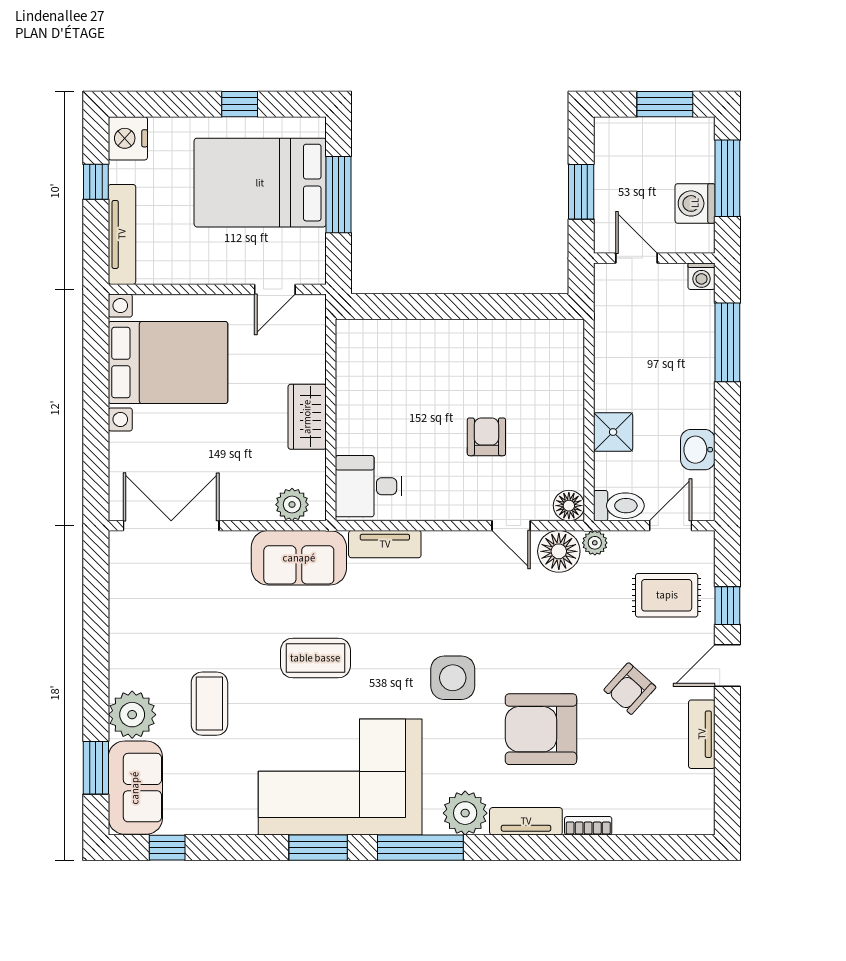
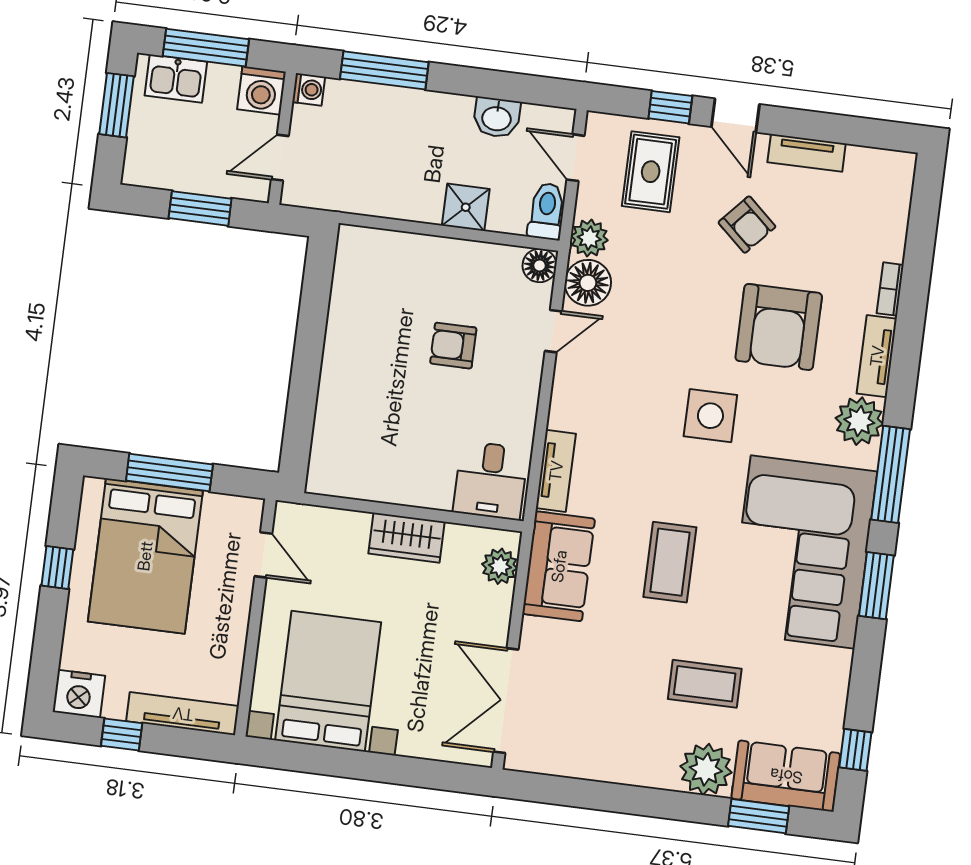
kitchen sink: (696, 155) -> (176, 79), added
washing machine: (695, 203) -> (261, 90), moved
plant: (595, 543) -> (589, 238), width x1.38, depth x1.38

